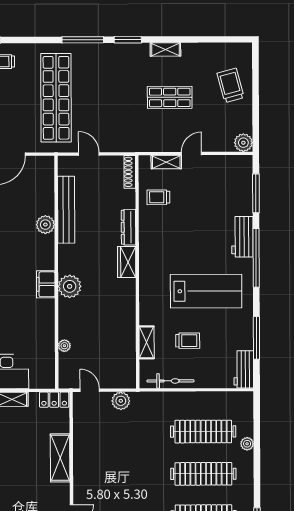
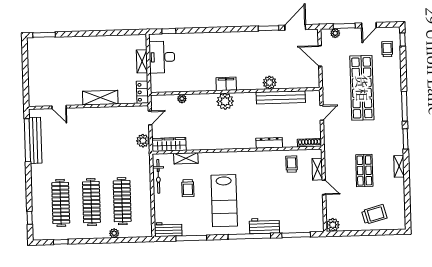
shop shelf: (56, 98) -> (362, 88), turned 90
wardrobe: (127, 262) -> (169, 144), moved, width x1.50

